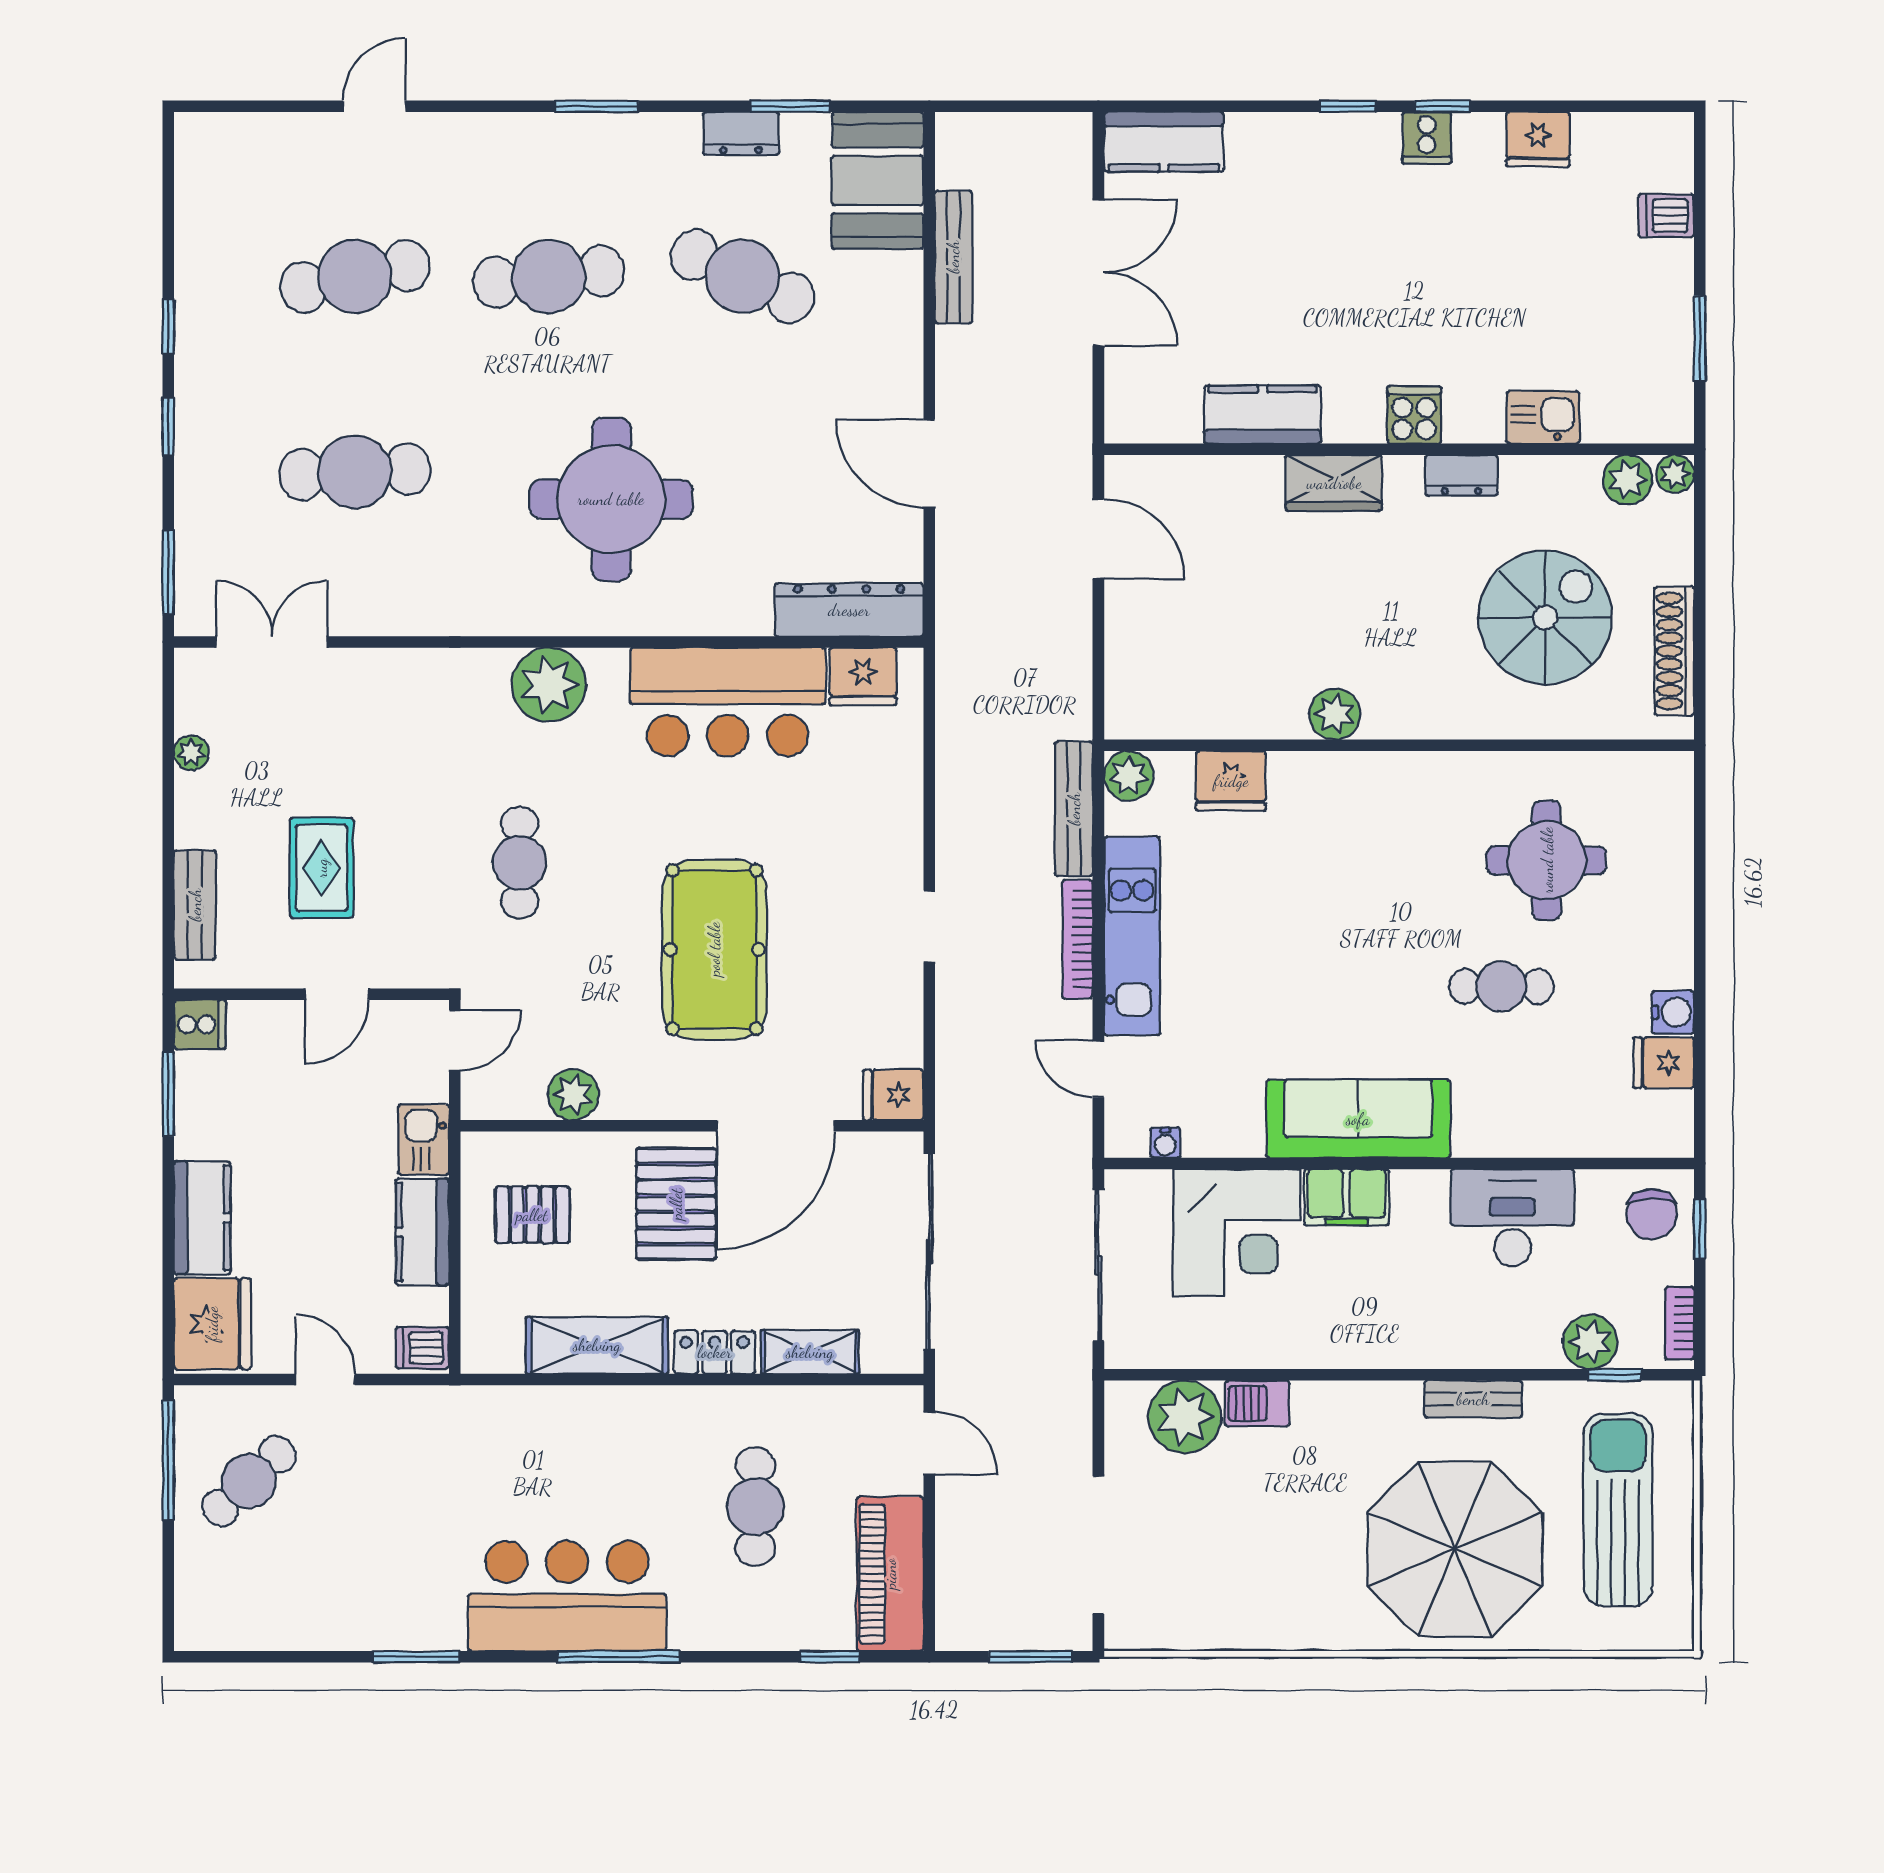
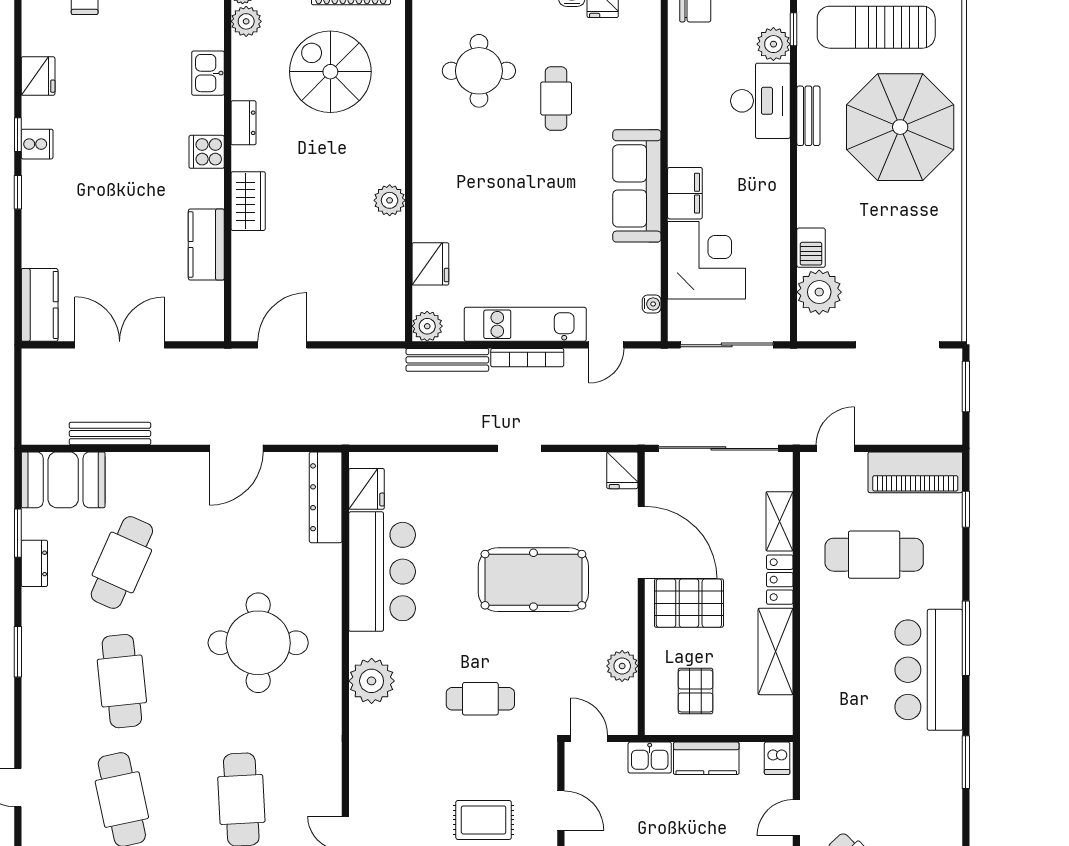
desk: (1512, 1218) -> (760, 101), moved, turned 180
cafe table: (755, 1507) -> (874, 555), width x1.37, depth x1.35

